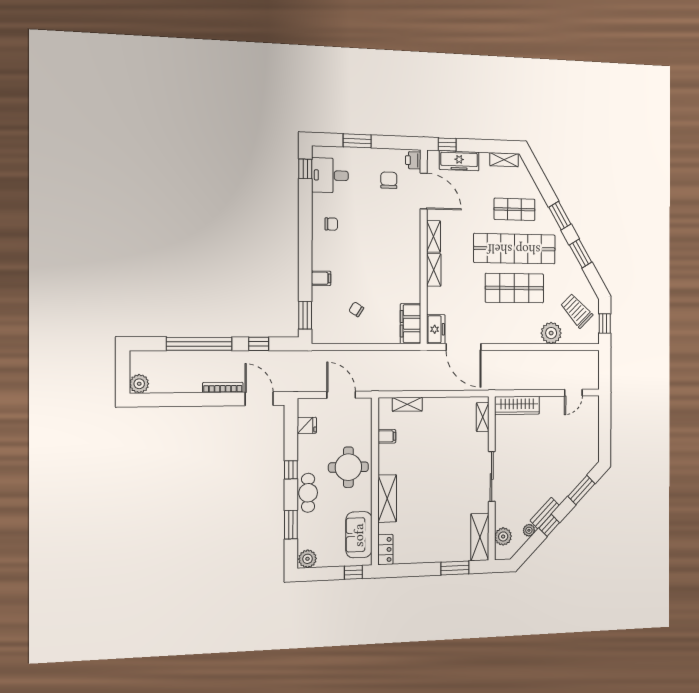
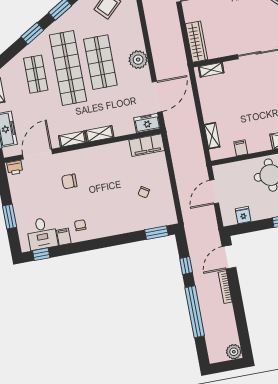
chair: (389, 180) -> (69, 181), moved
filing cabinet: (321, 278) -> (64, 237), moved
plant: (551, 333) -> (138, 60), moved

